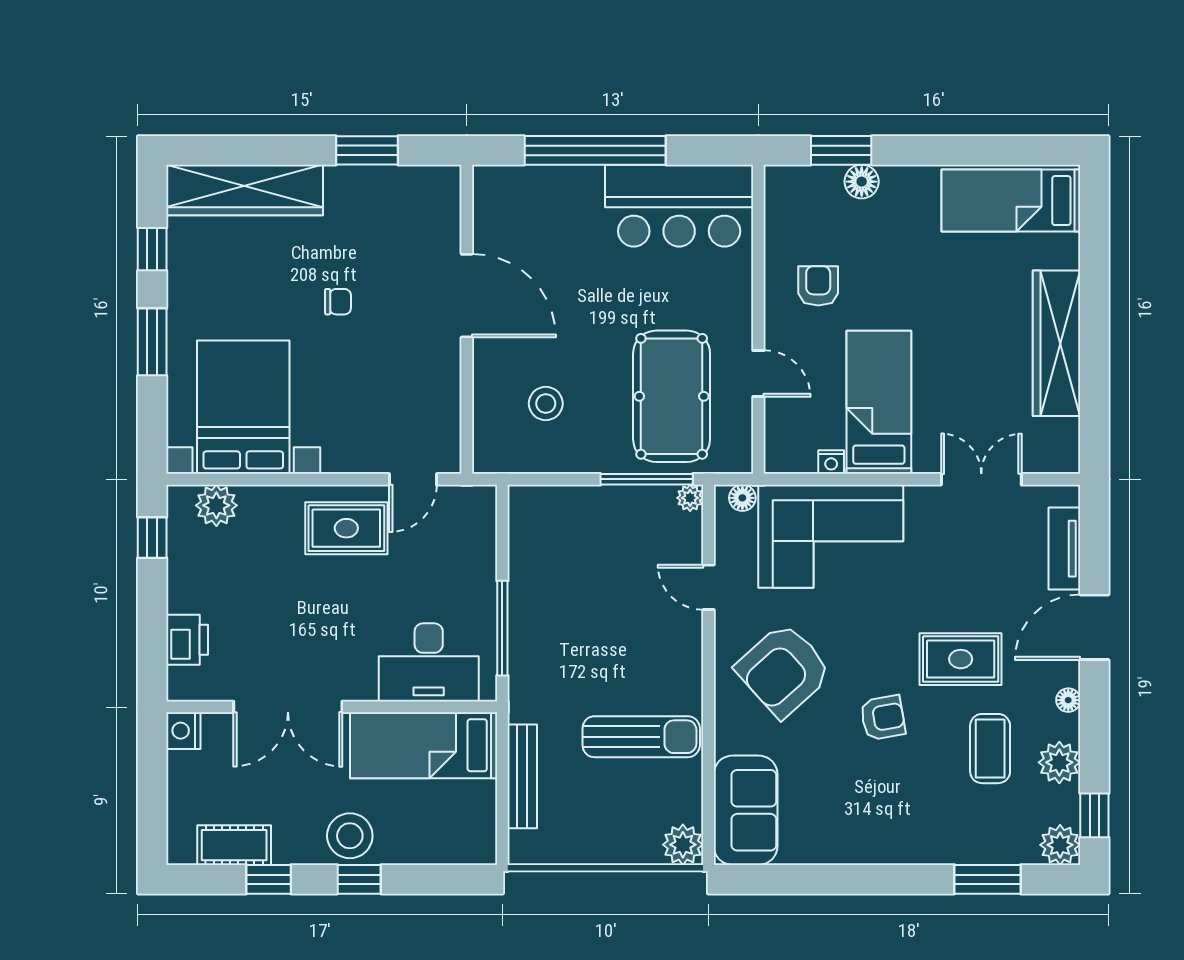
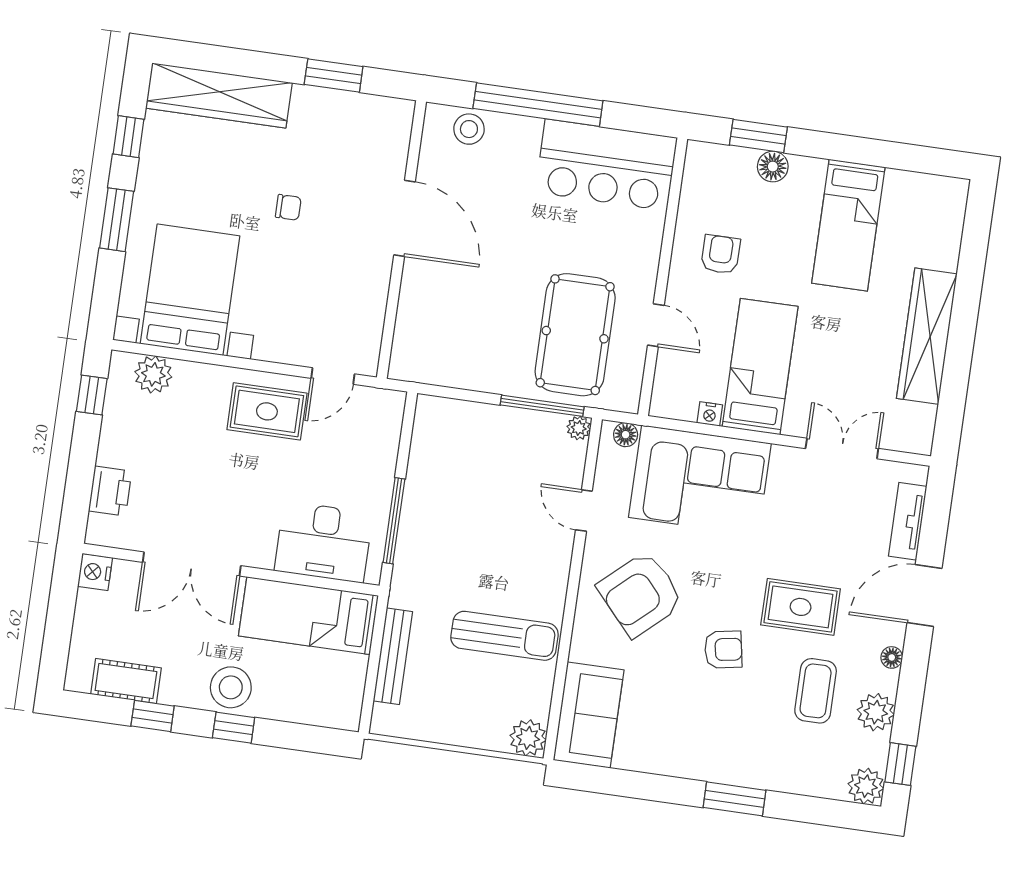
bed: (1011, 201) -> (848, 225), moved, turned -90
stool: (546, 404) -> (469, 129), moved
window: (988, 879) -> (734, 799), moved

